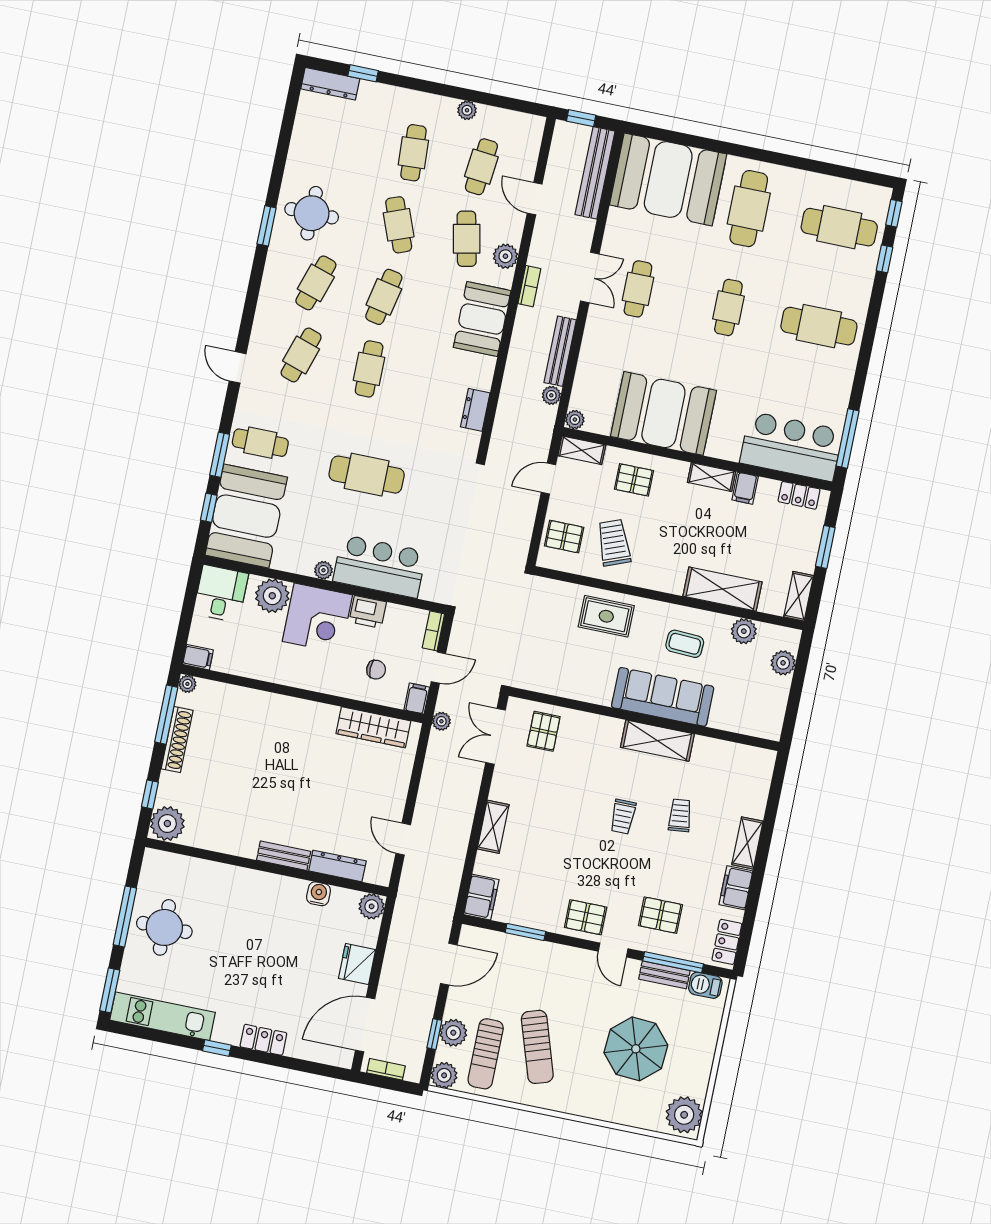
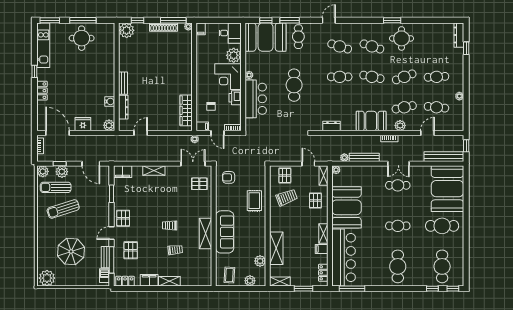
bar counter: (791, 446) -> (344, 257), width x1.36
coffee table: (685, 644) -> (229, 275), moved
armchair: (543, 663) -> (229, 177), added

